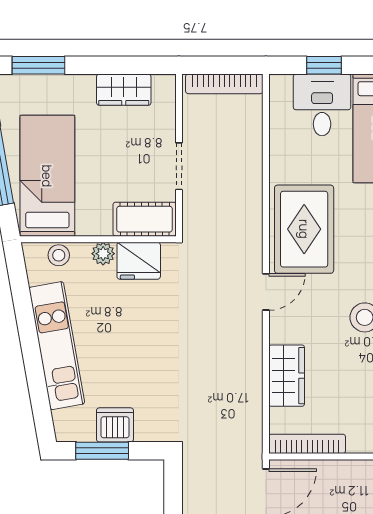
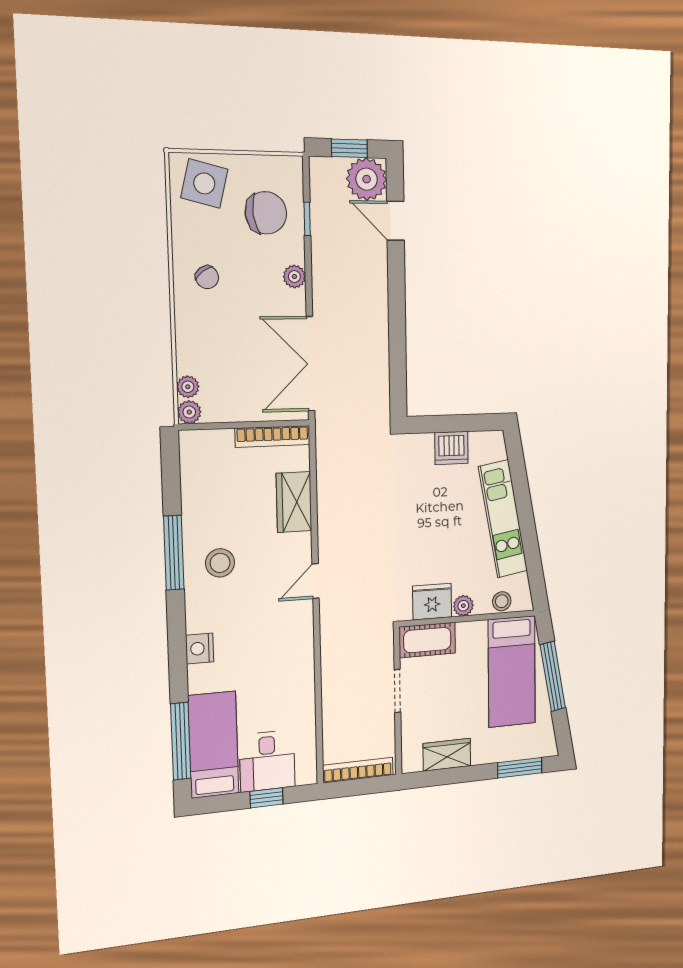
rug: (304, 229) -> (281, 643), removed
window: (102, 451) -> (463, 423), removed

